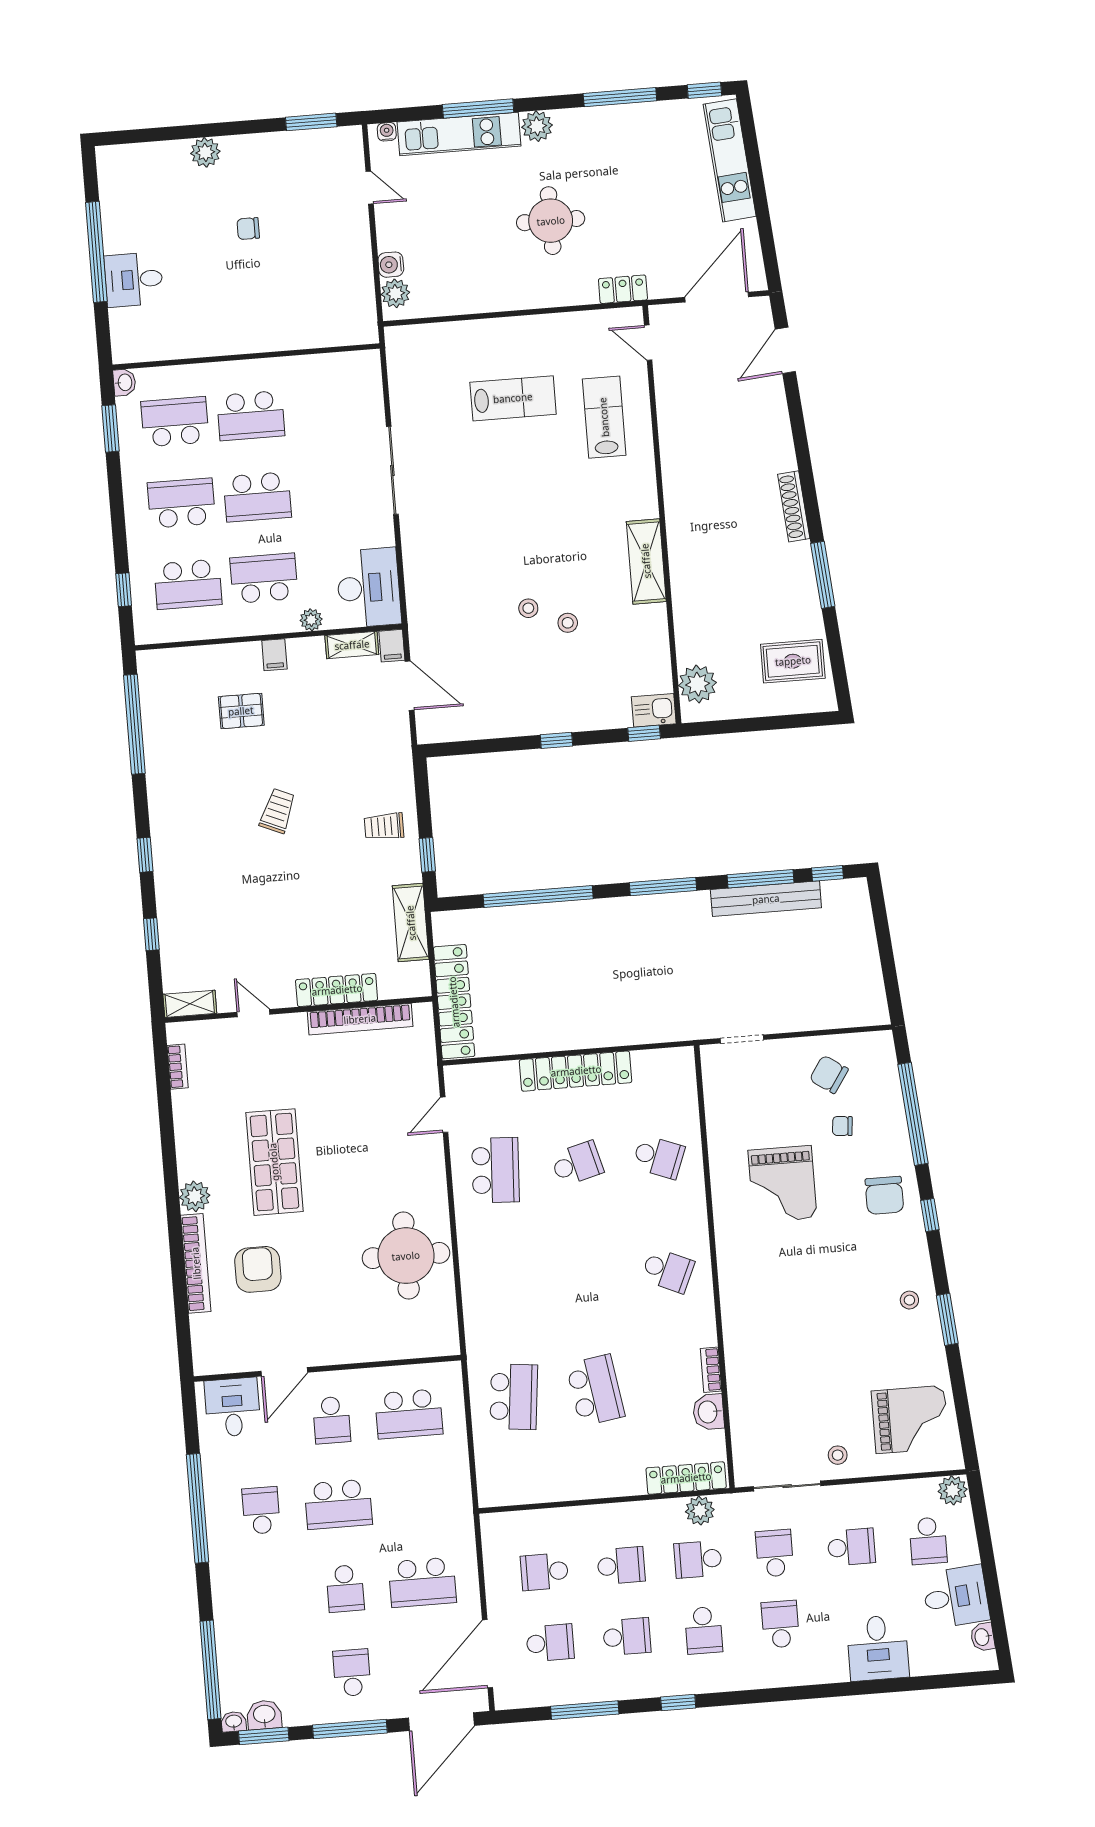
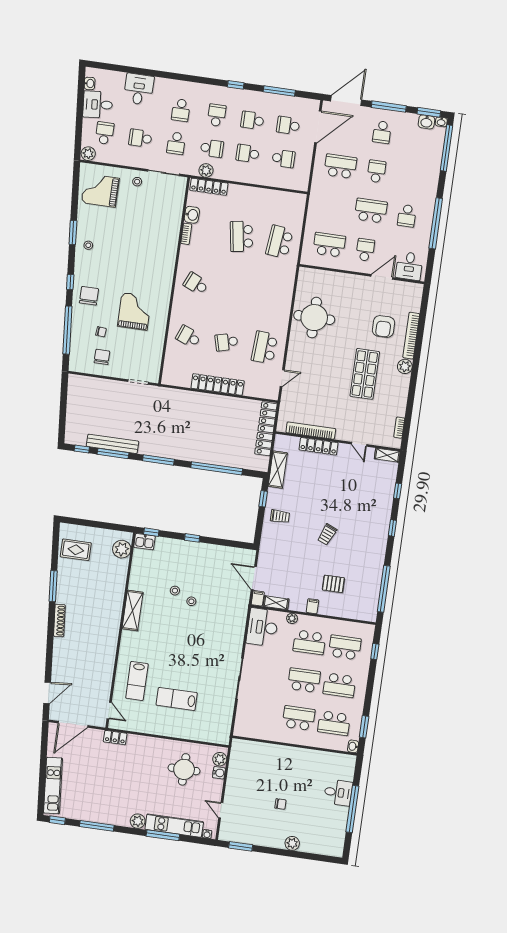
round table: (551, 221) -> (184, 769), moved
chair: (829, 1074) -> (102, 357), turned -124

